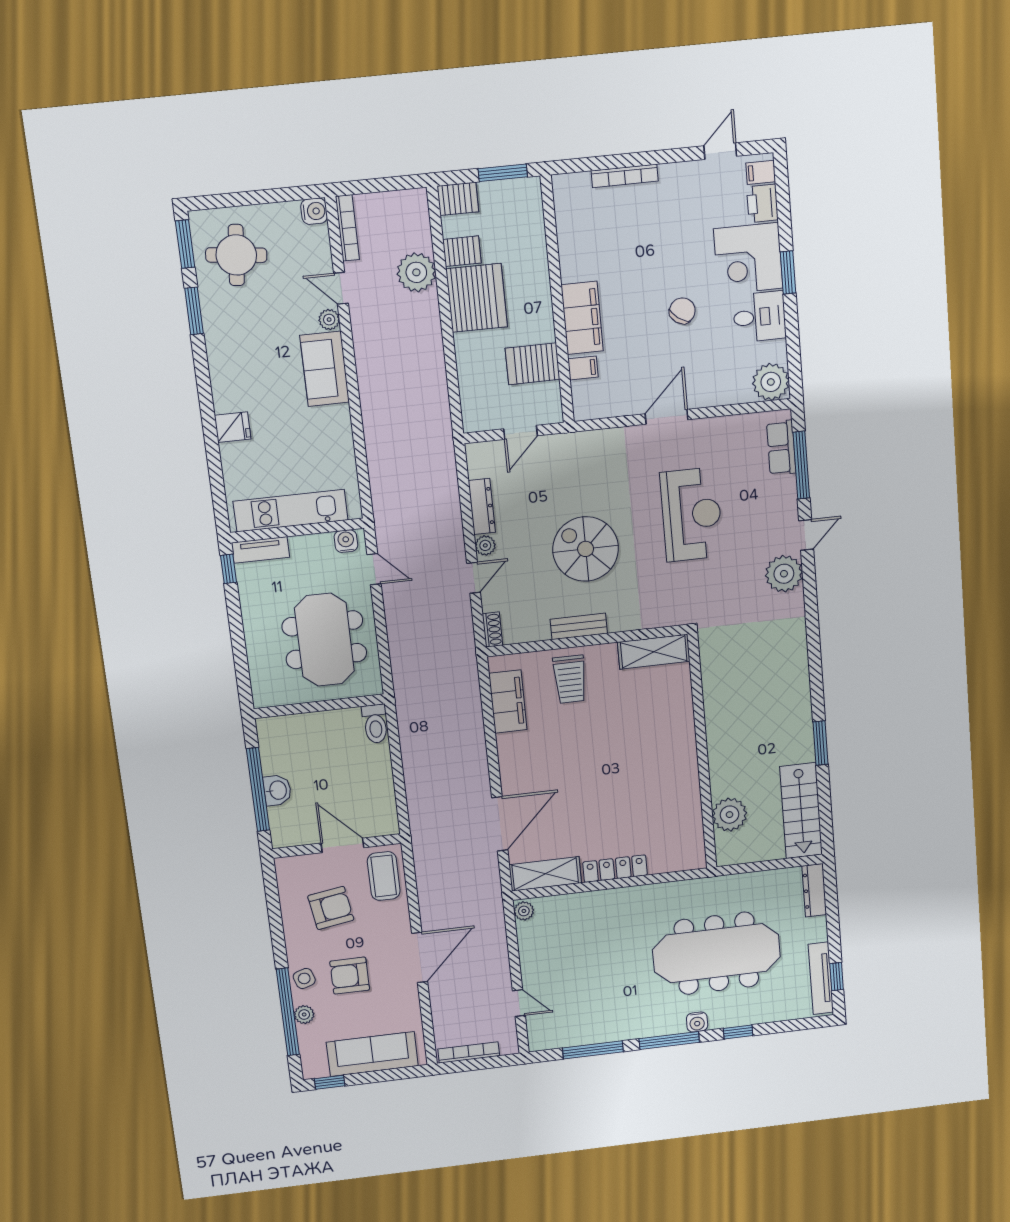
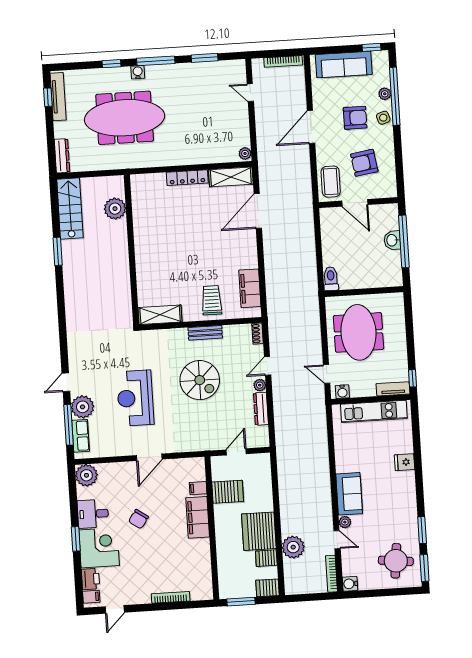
plant: (784, 574) -> (83, 407), moved
window: (593, 1050) -> (205, 58), width x0.69

